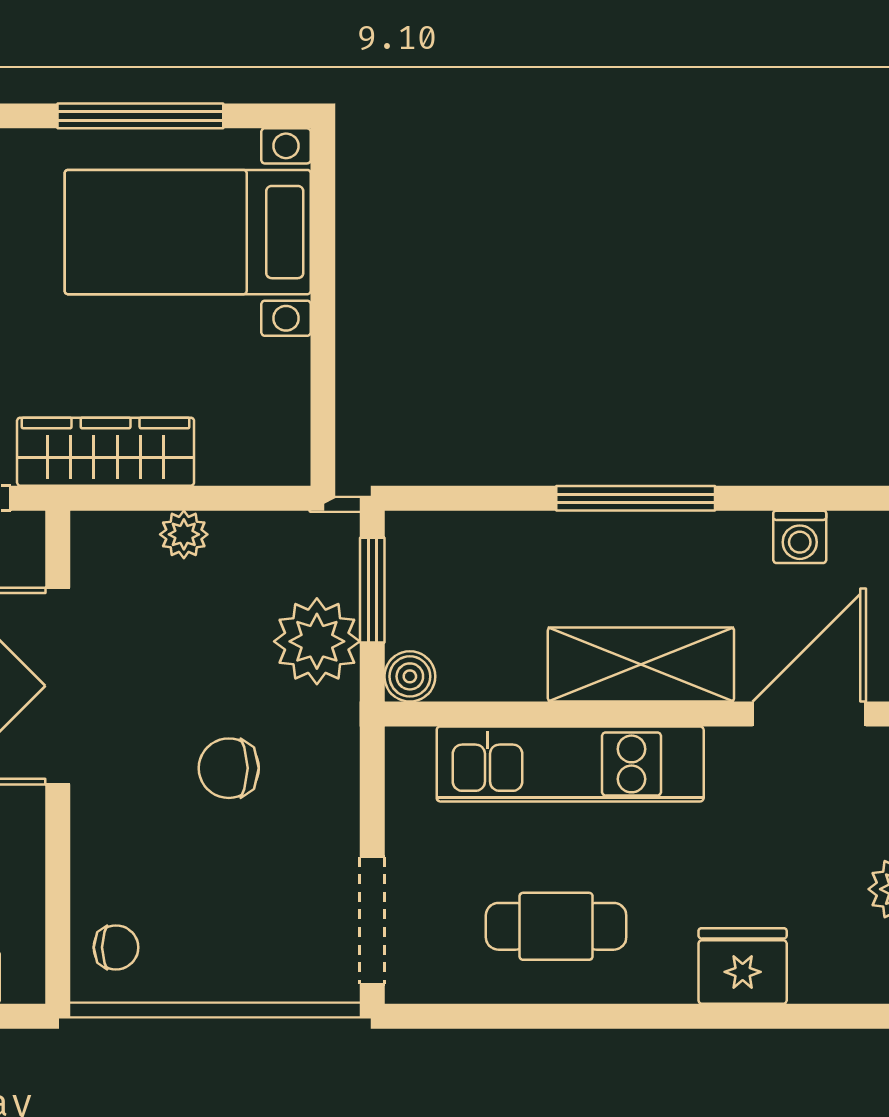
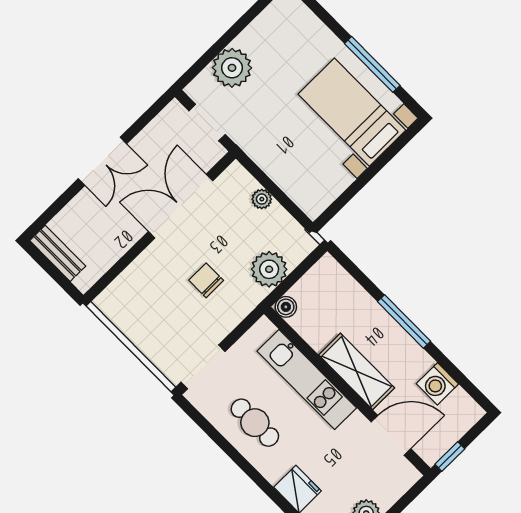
wardrobe: (106, 452) -> (263, 152), removed
washing machine: (800, 537) -> (437, 384), width x1.38, depth x1.38
window: (372, 590) -> (300, 271), removed
chair: (116, 947) -> (121, 299), removed

